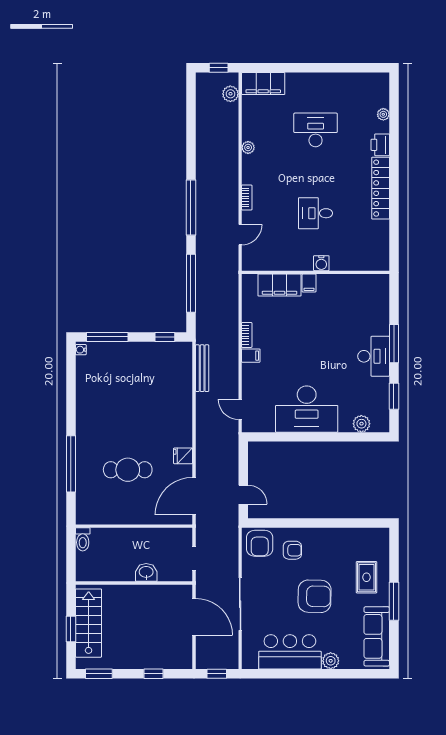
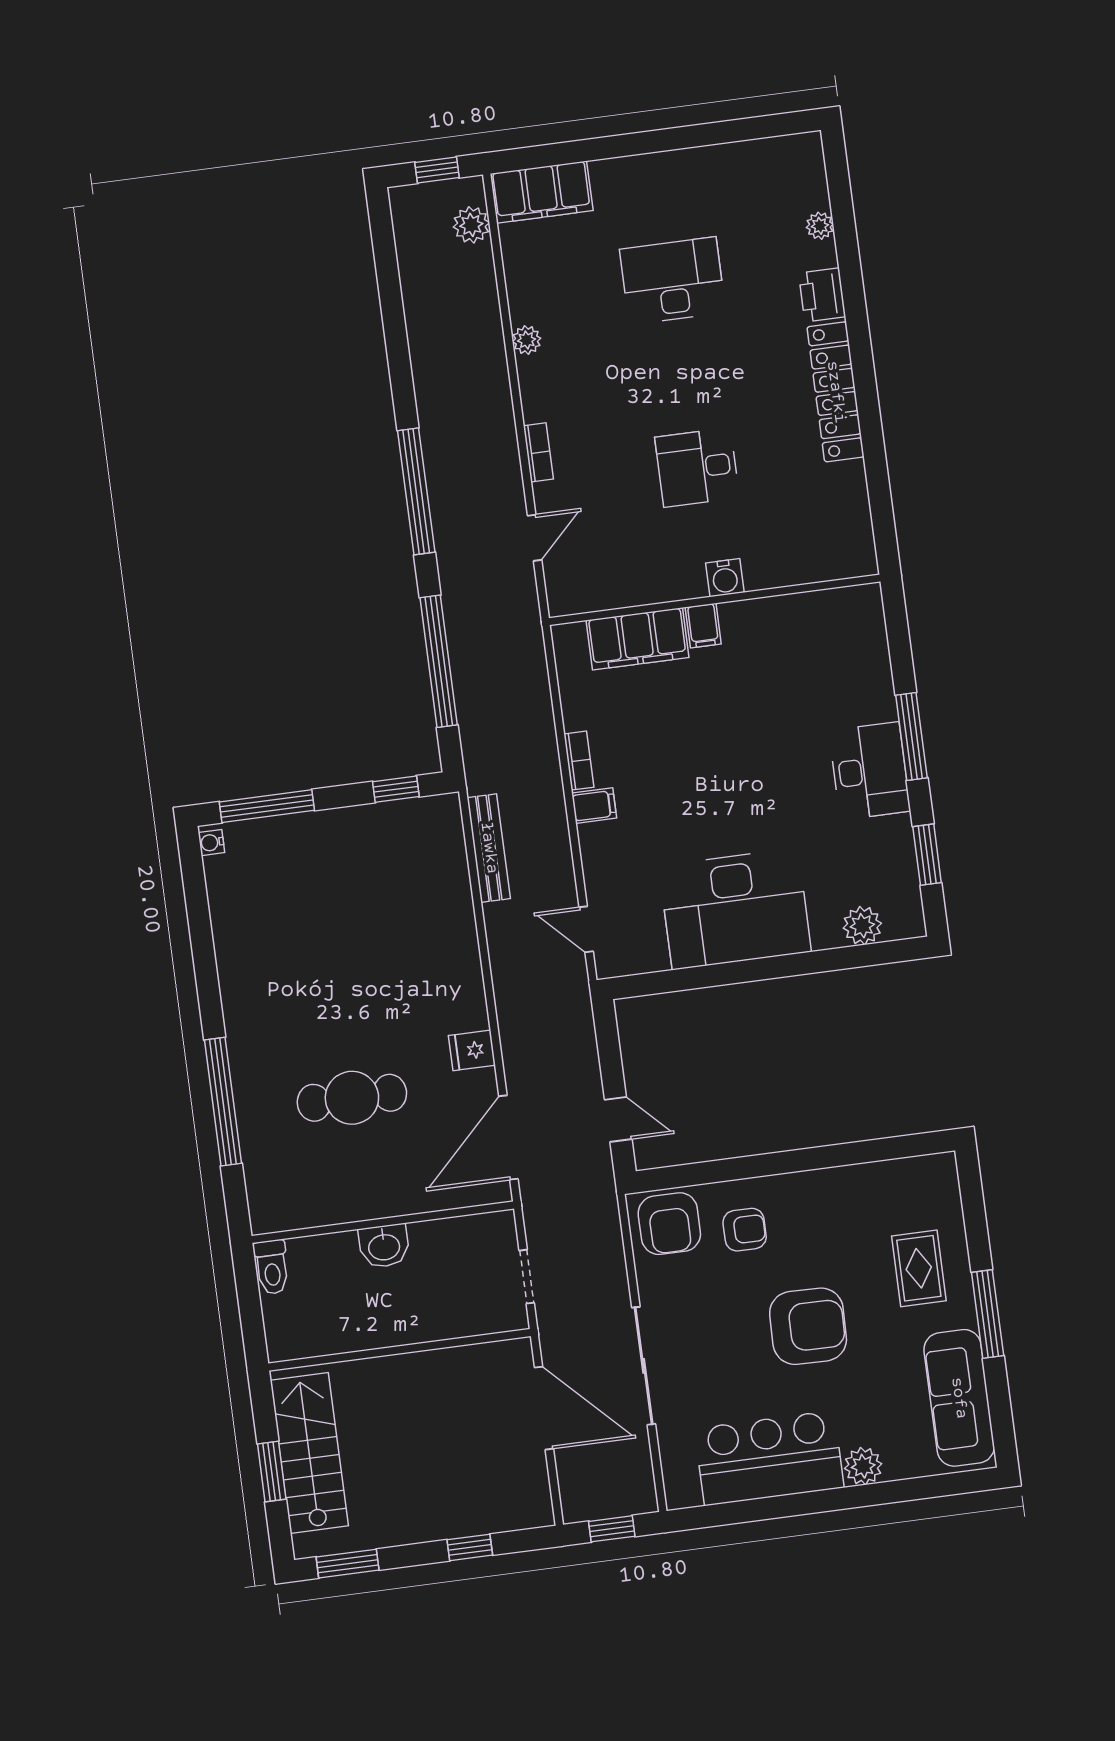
washbasin: (146, 572) -> (384, 1246), moved, turned 180

